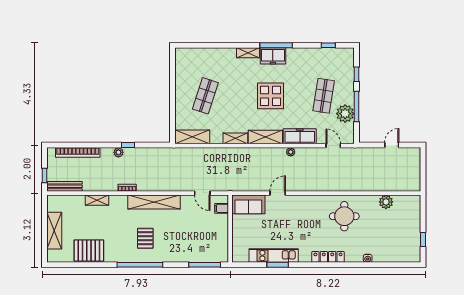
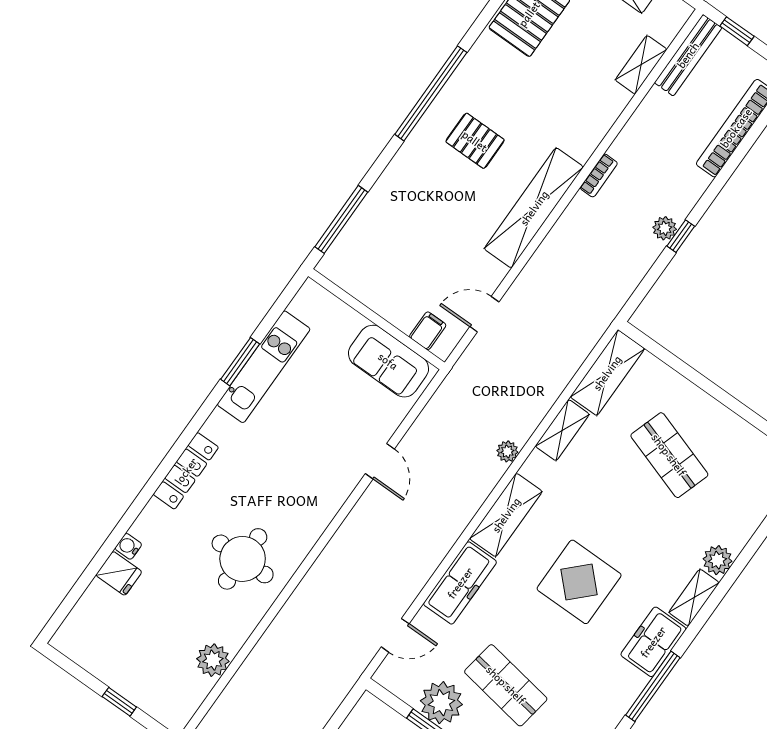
window: (276, 45) -> (653, 686), moved
plant: (230, 54) -> (717, 560), added
shelving: (235, 138) -> (562, 430), moved
plant: (118, 152) -> (665, 228), moved
plant: (291, 152) -> (507, 451), moved
shelving: (97, 200) -> (641, 65), moved
sofa: (248, 204) -> (388, 361), moved, turned -90
window: (423, 240) -> (119, 702), moved
fridge: (379, 255) -> (119, 573), added

